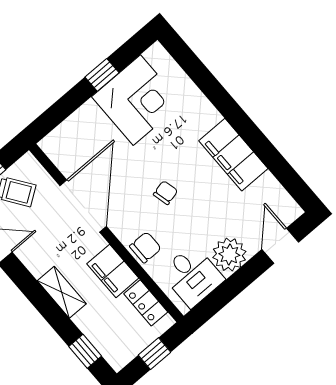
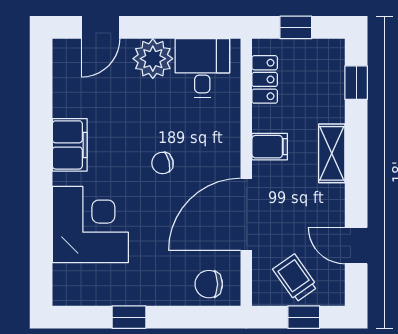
corner desk: (137, 100) -> (90, 225), moved, turned 90
filing cabinet: (233, 155) -> (70, 145), width x0.67, depth x0.86
chair: (145, 247) -> (209, 284), moved
filing cabinet: (113, 271) -> (270, 147), width x0.50

